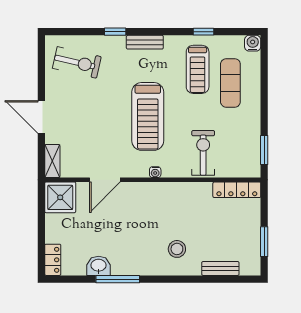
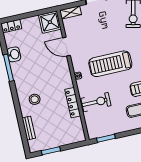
locker: (237, 190) -> (73, 103), moved

